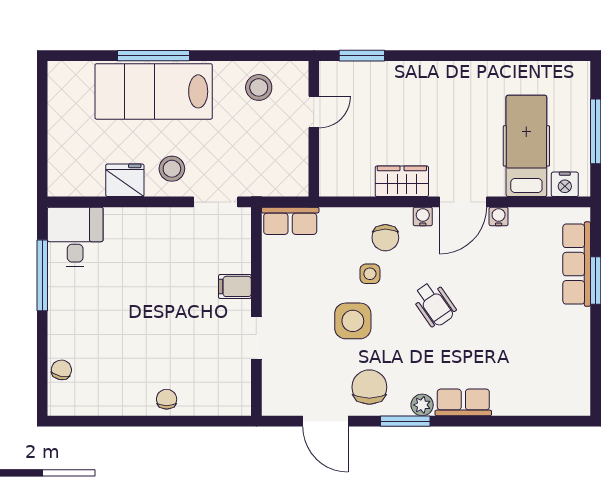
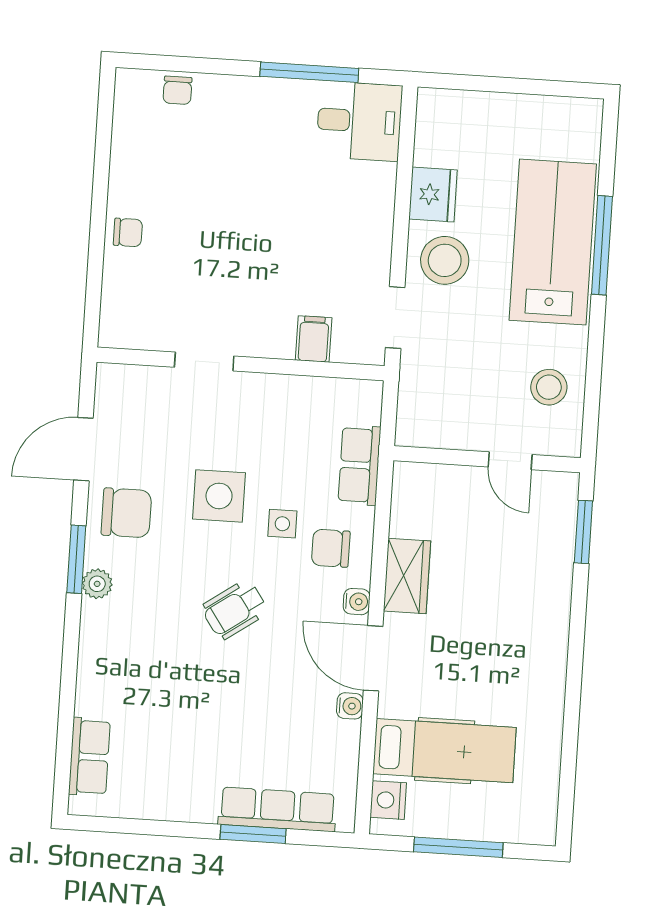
stool: (172, 169) -> (445, 260), width x1.38, depth x1.38
row of seats: (290, 221) -> (359, 465), moved
filing cabinet: (235, 286) -> (314, 339), moved
chair: (61, 370) -> (178, 90), turned 78
row of seats: (463, 402) -> (89, 757), moved

